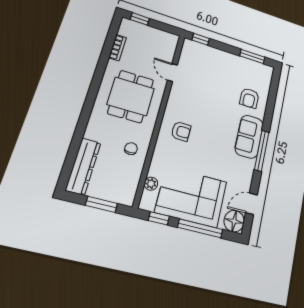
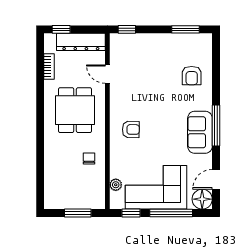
sofa: (249, 137) -> (200, 132), moved
dresser: (83, 166) -> (81, 42), moved, turned 90

